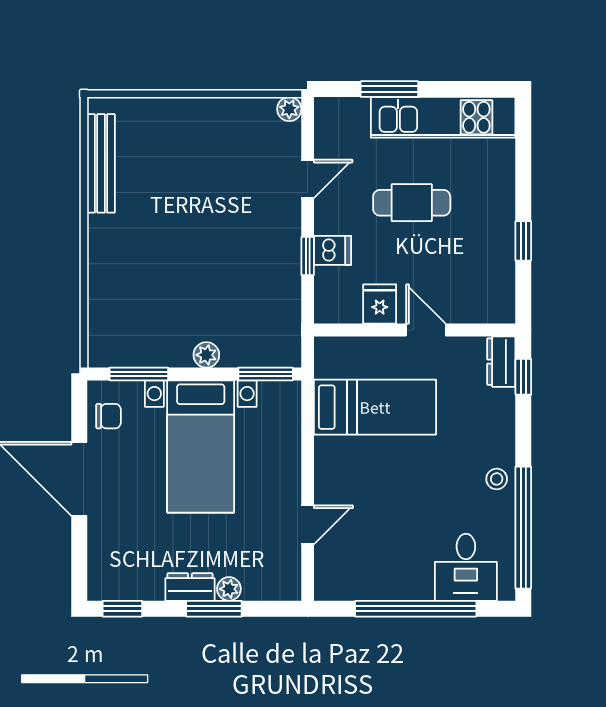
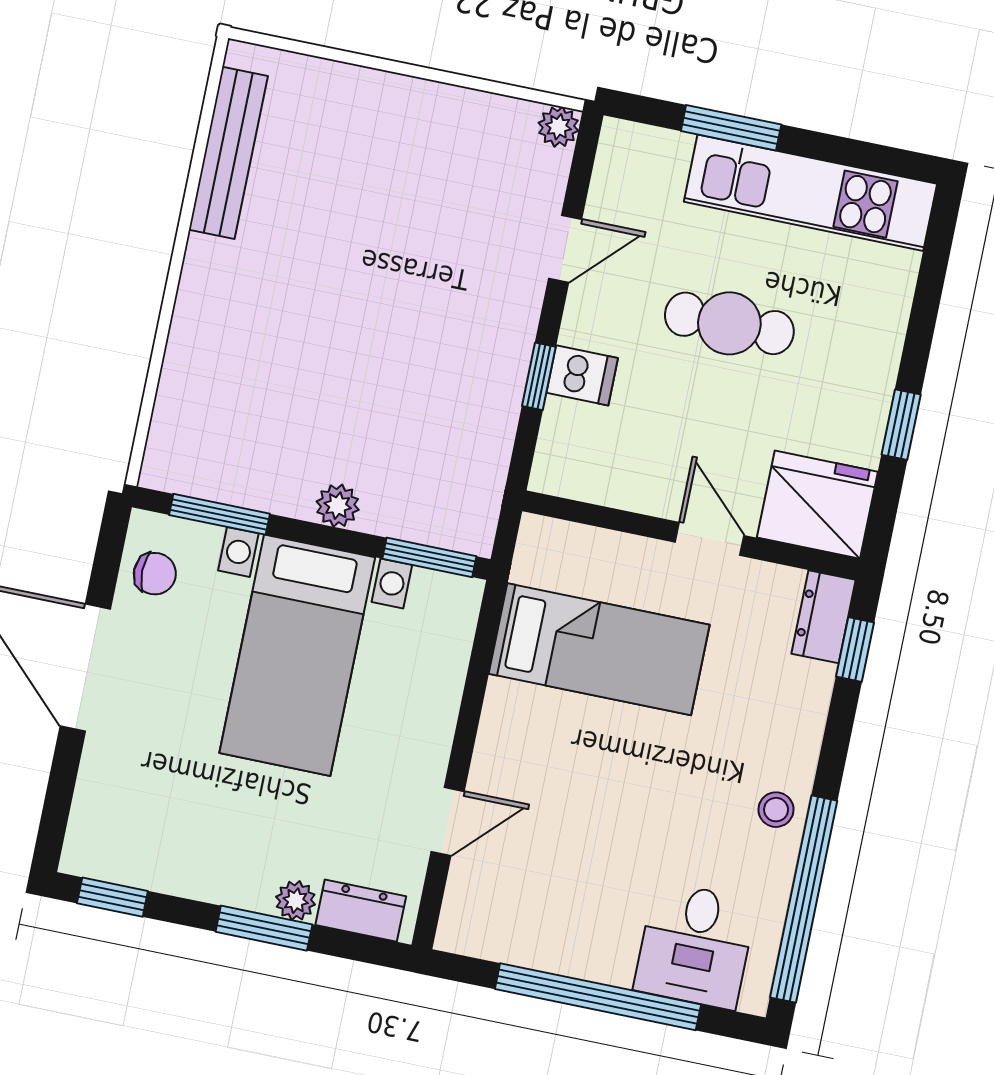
fridge: (380, 304) -> (817, 505), moved, width x1.88, depth x1.34
dresser: (190, 587) -> (361, 911), moved

